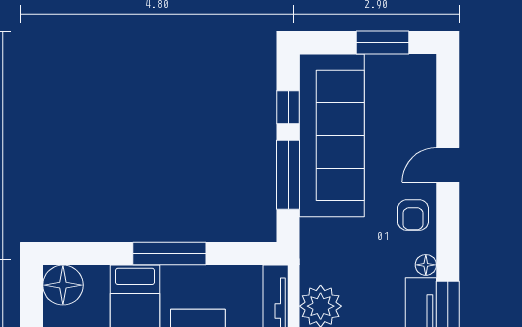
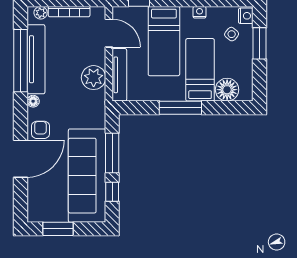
door: (448, 165) -> (21, 159), width x1.87
floor lamp: (63, 285) -> (227, 90), moved

